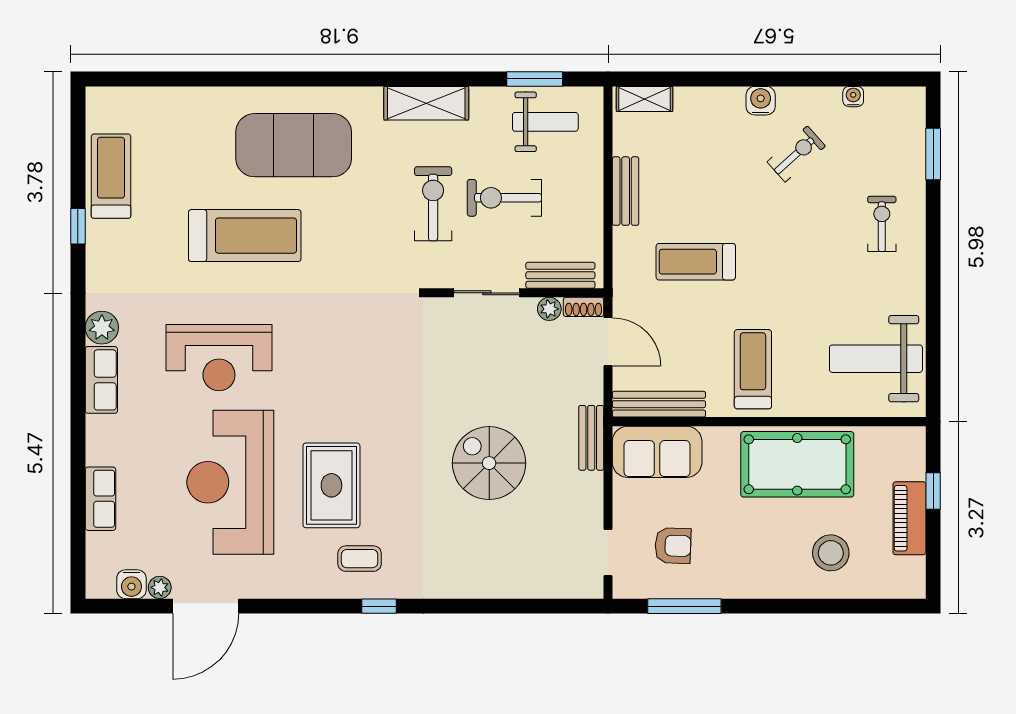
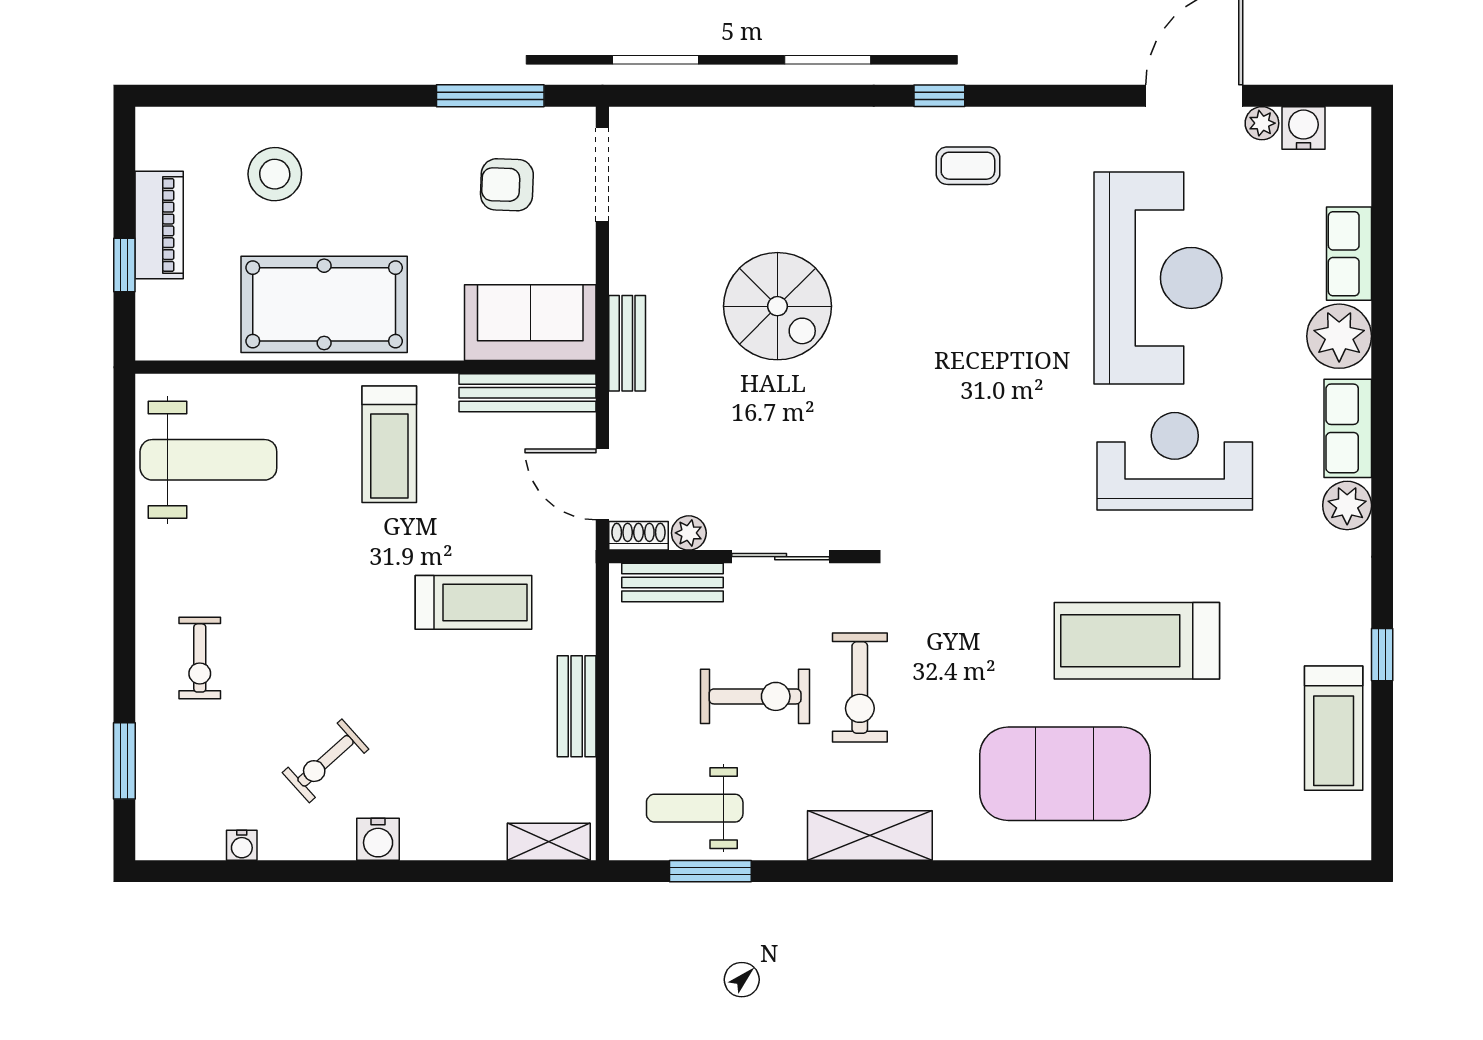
plant: (107, 443) -> (1339, 336), added
rug: (331, 485) -> (1009, 273), removed
doorway: (608, 552) -> (602, 175), width x1.38

